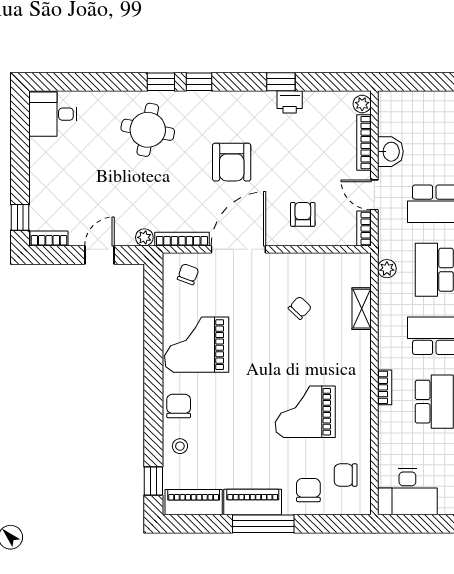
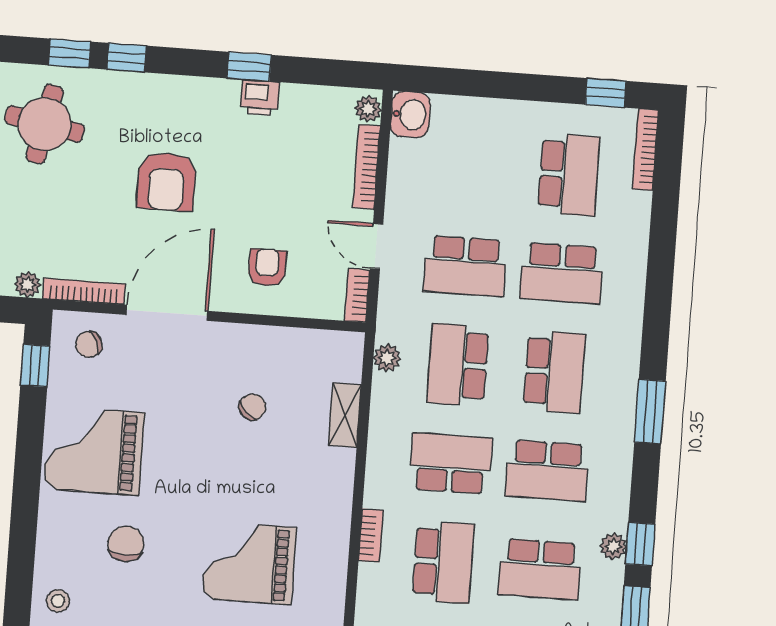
washbasin: (390, 152) -> (410, 114), moved
chair: (188, 274) -> (89, 344), turned -134
window: (153, 291) -> (35, 366), added
chair: (179, 406) -> (126, 544), moved

